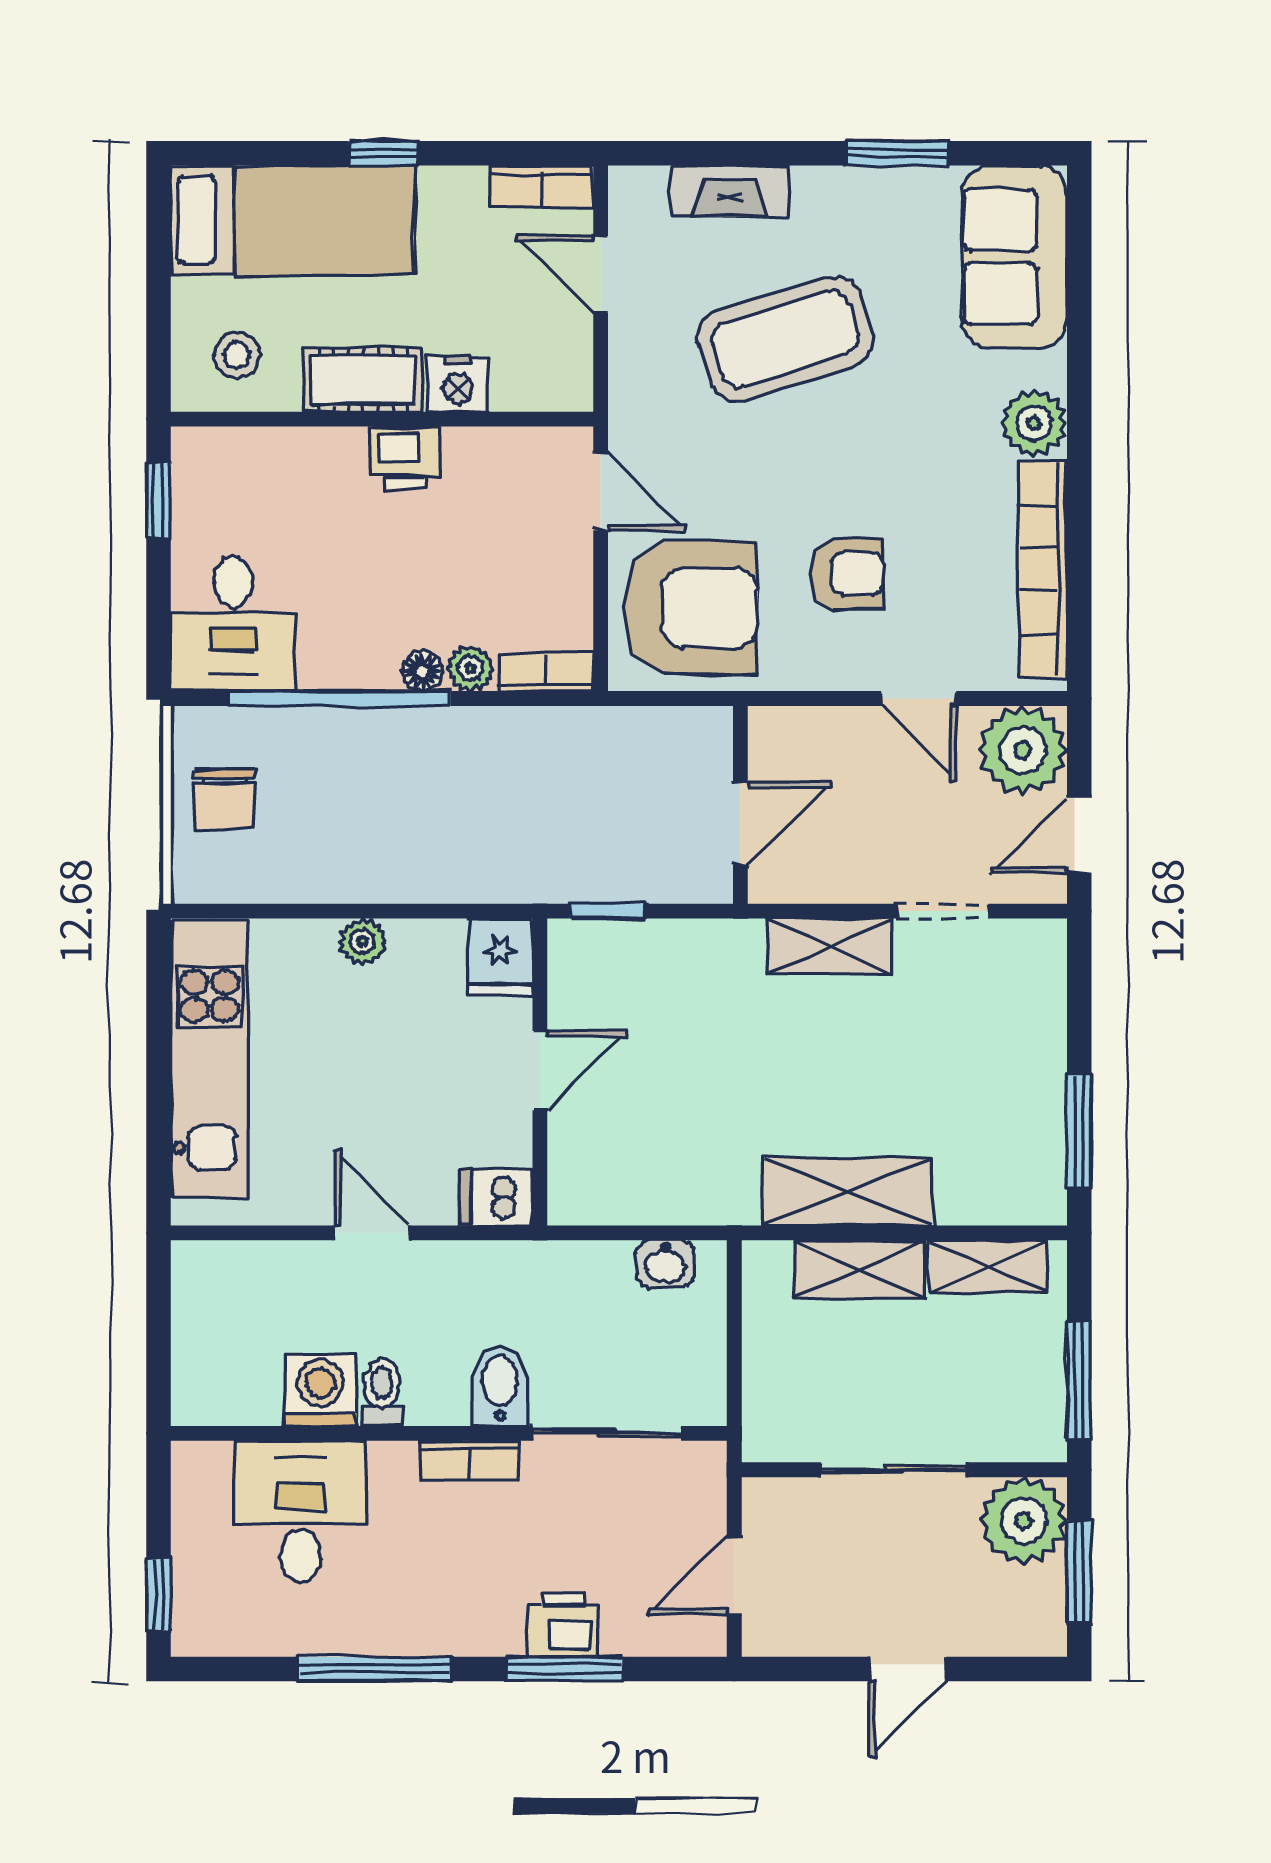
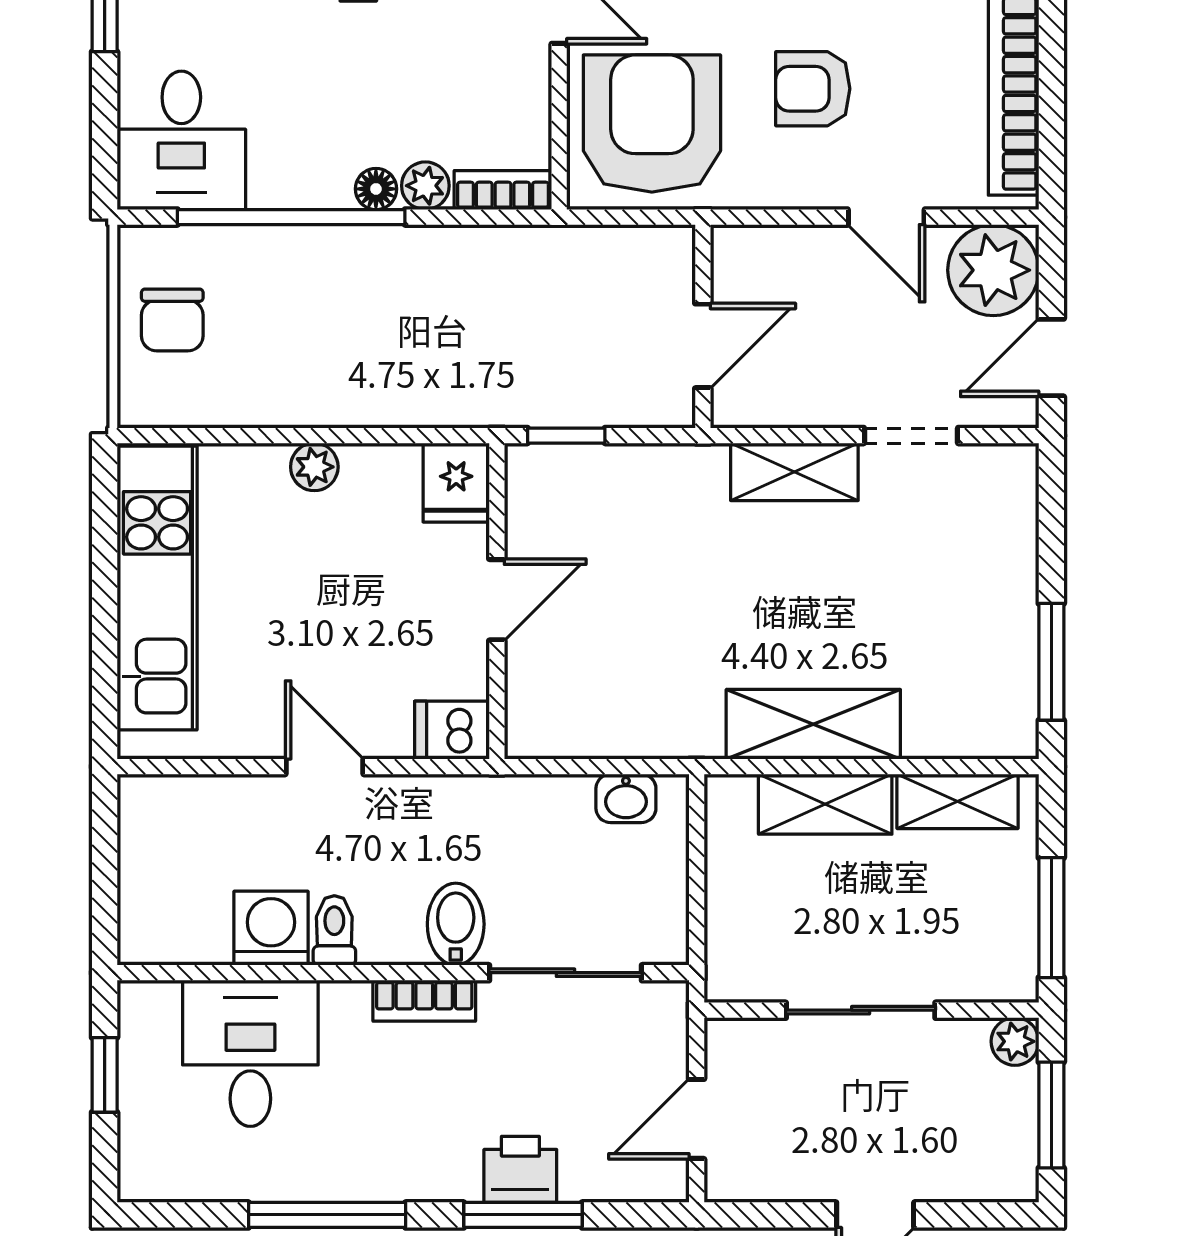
armchair: (847, 574) -> (813, 89), turned 180
armchair: (691, 608) -> (652, 124), turned -90
plant: (1024, 1521) -> (1015, 1041), width x0.53, depth x0.53
window: (159, 1595) -> (105, 1075), moved

